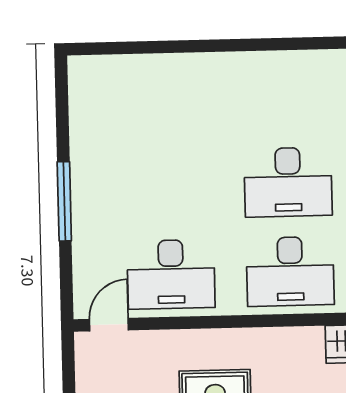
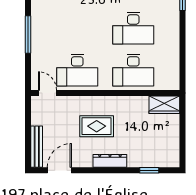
door: (109, 325) -> (47, 93), hinge flipped

